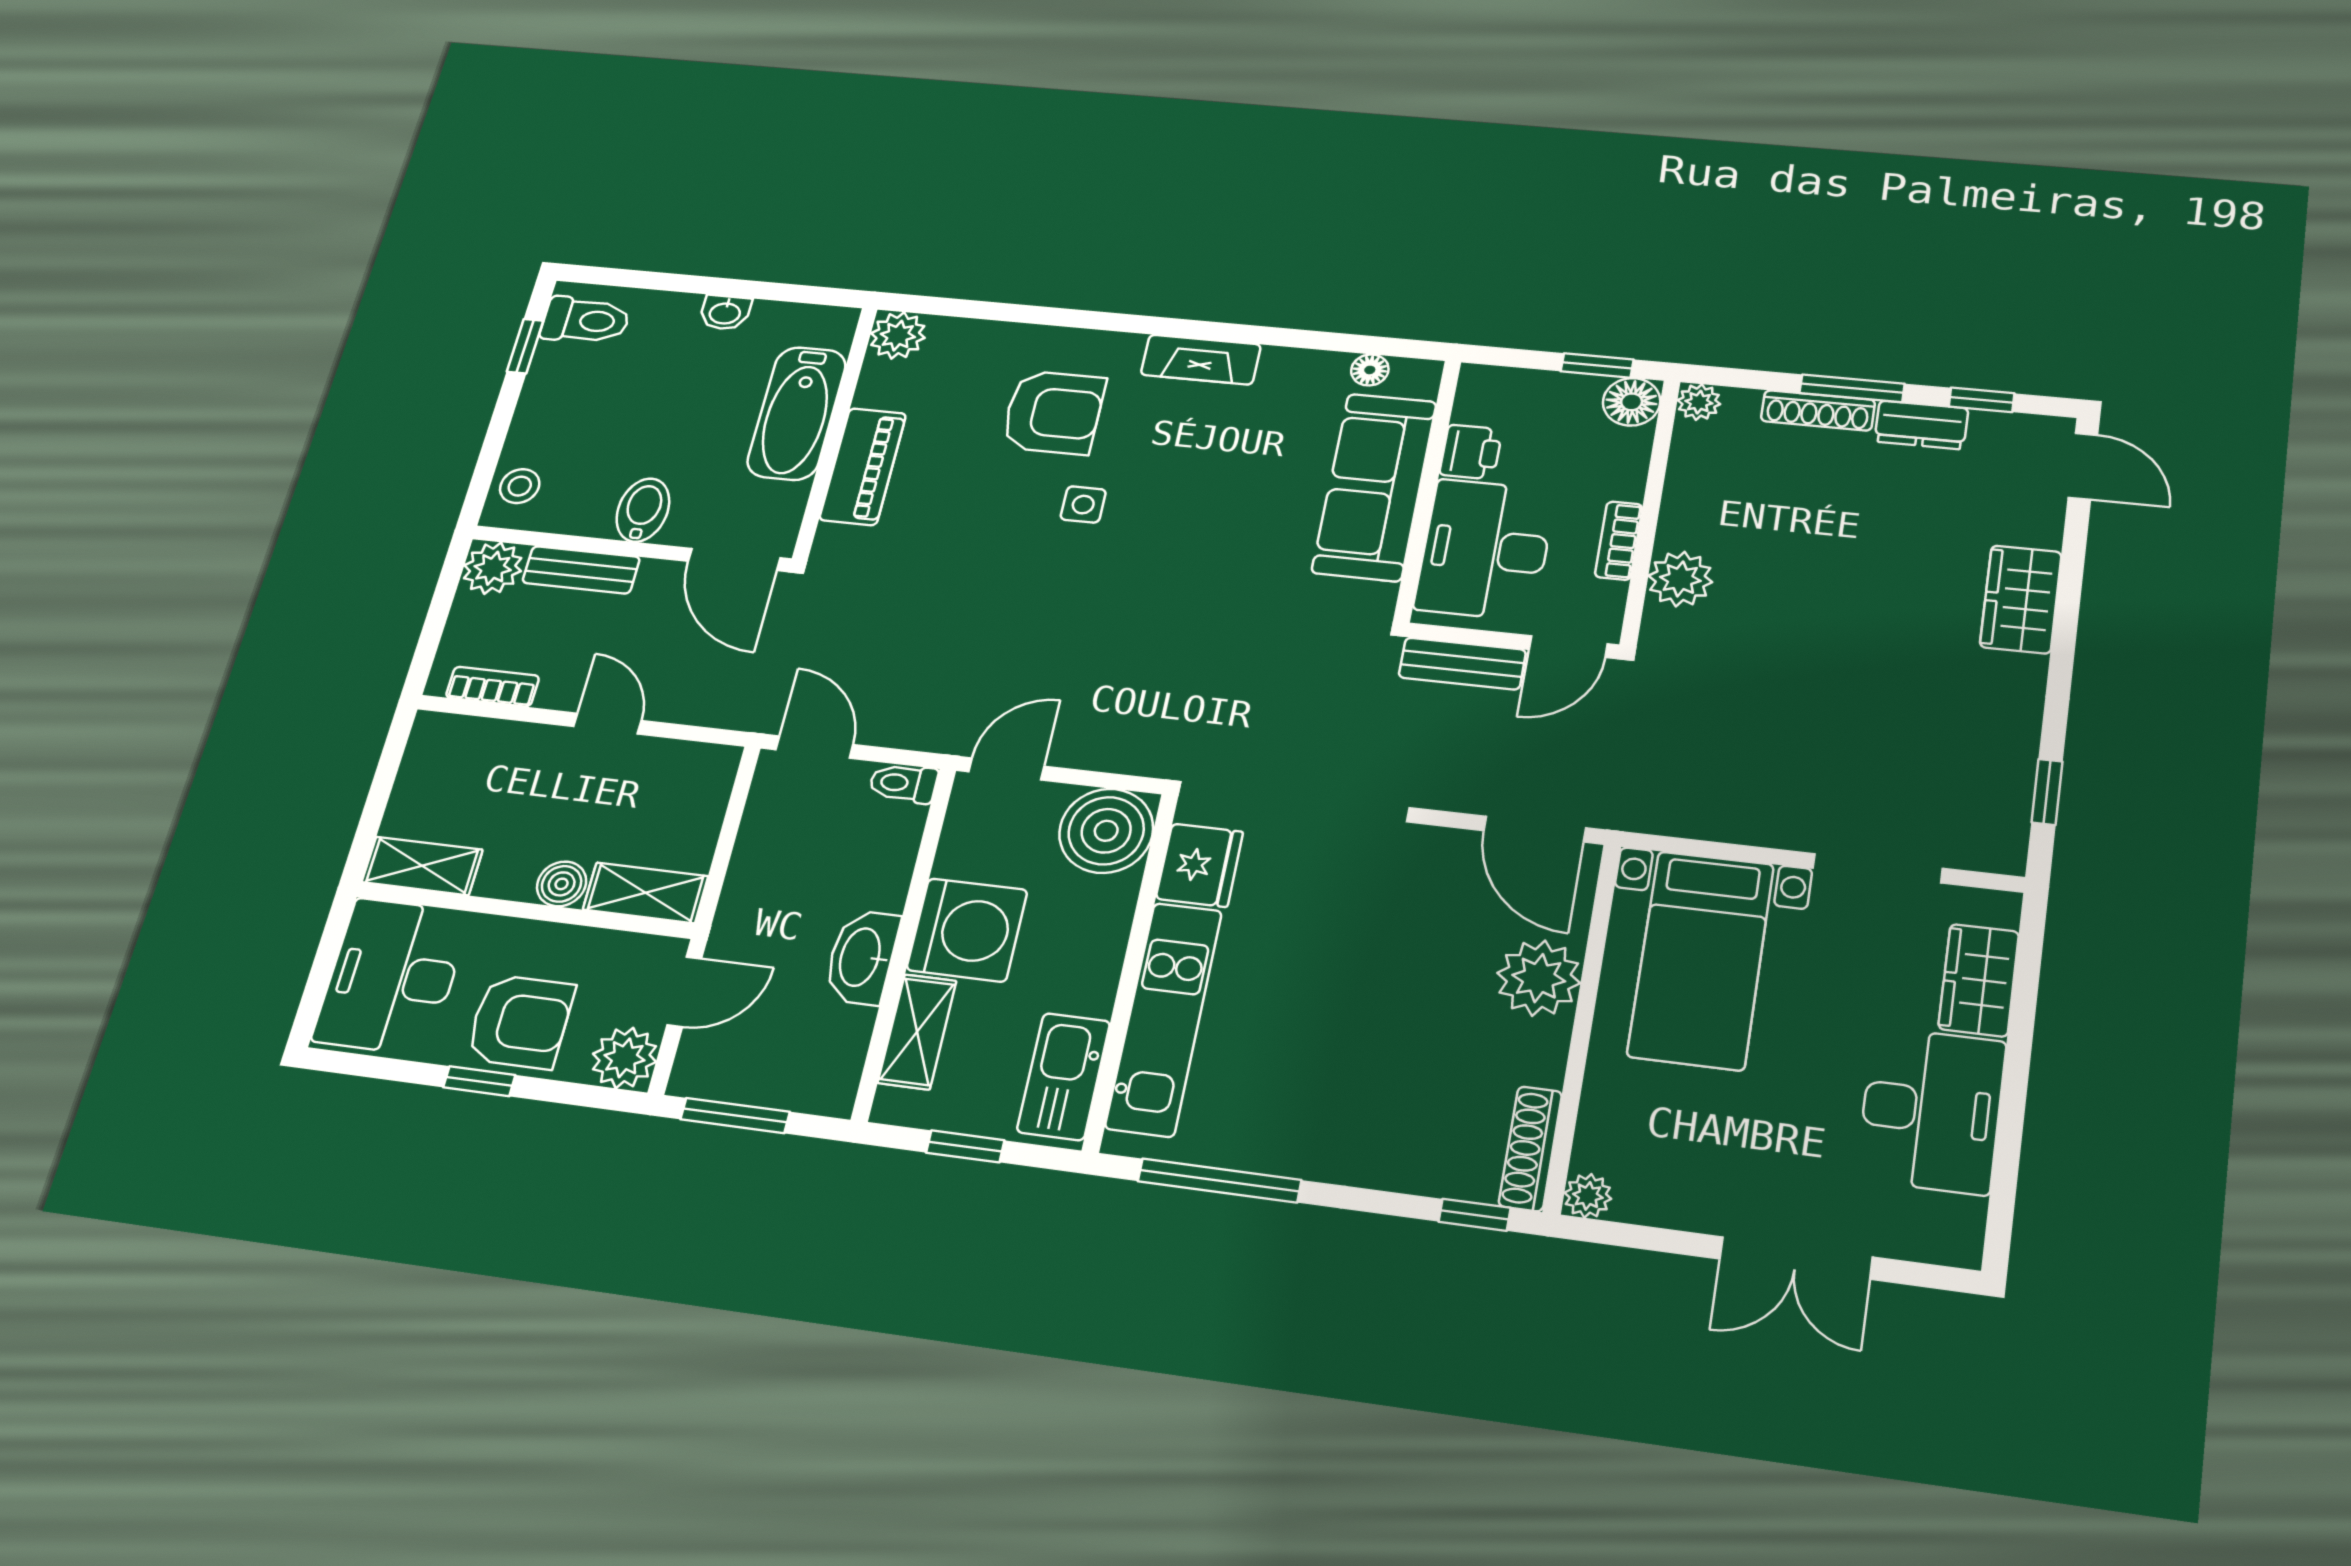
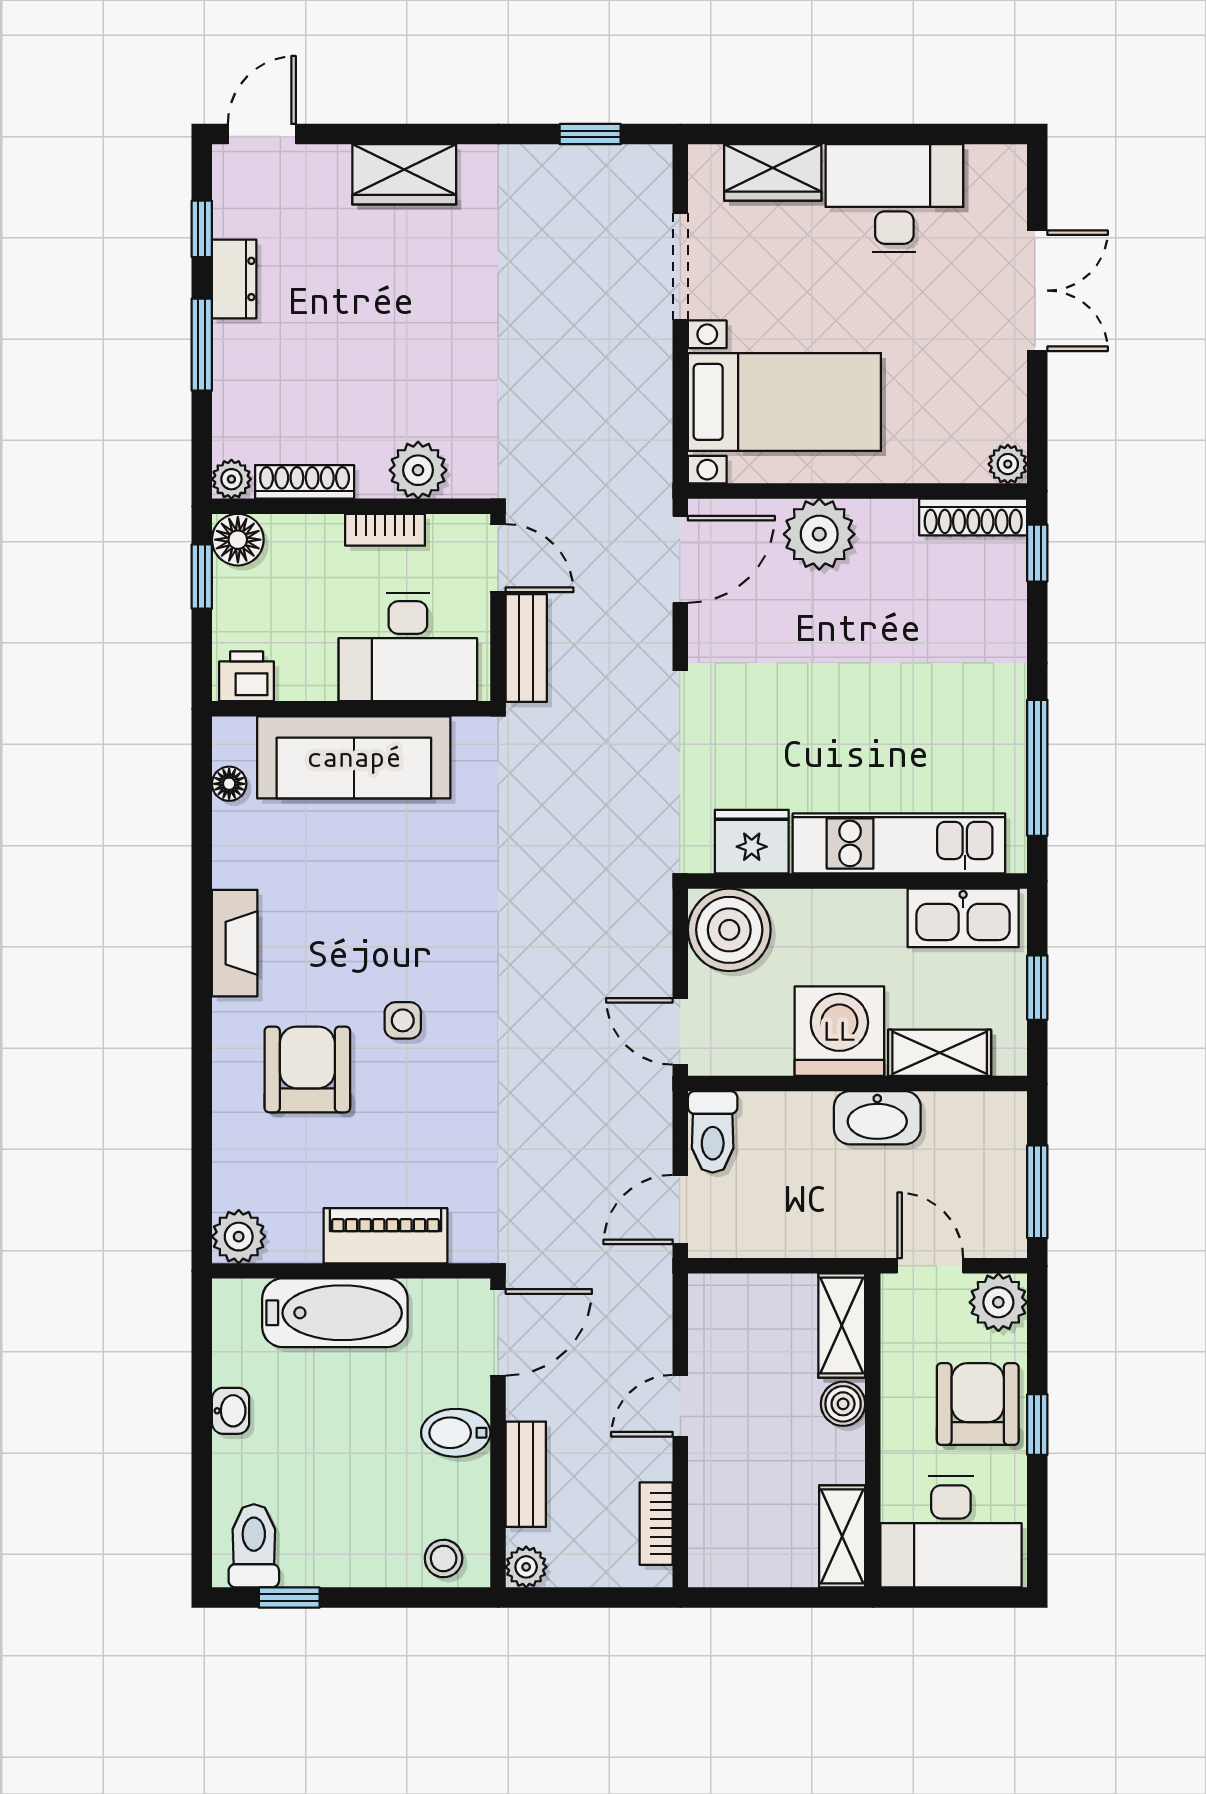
shoe rack: (1818, 410) -> (305, 482), moved, turned -90
printer: (1471, 452) -> (247, 676), moved
plant: (493, 568) -> (526, 1567), width x0.73, depth x0.73
toilet: (903, 783) -> (713, 1132), width x1.37, depth x1.39

